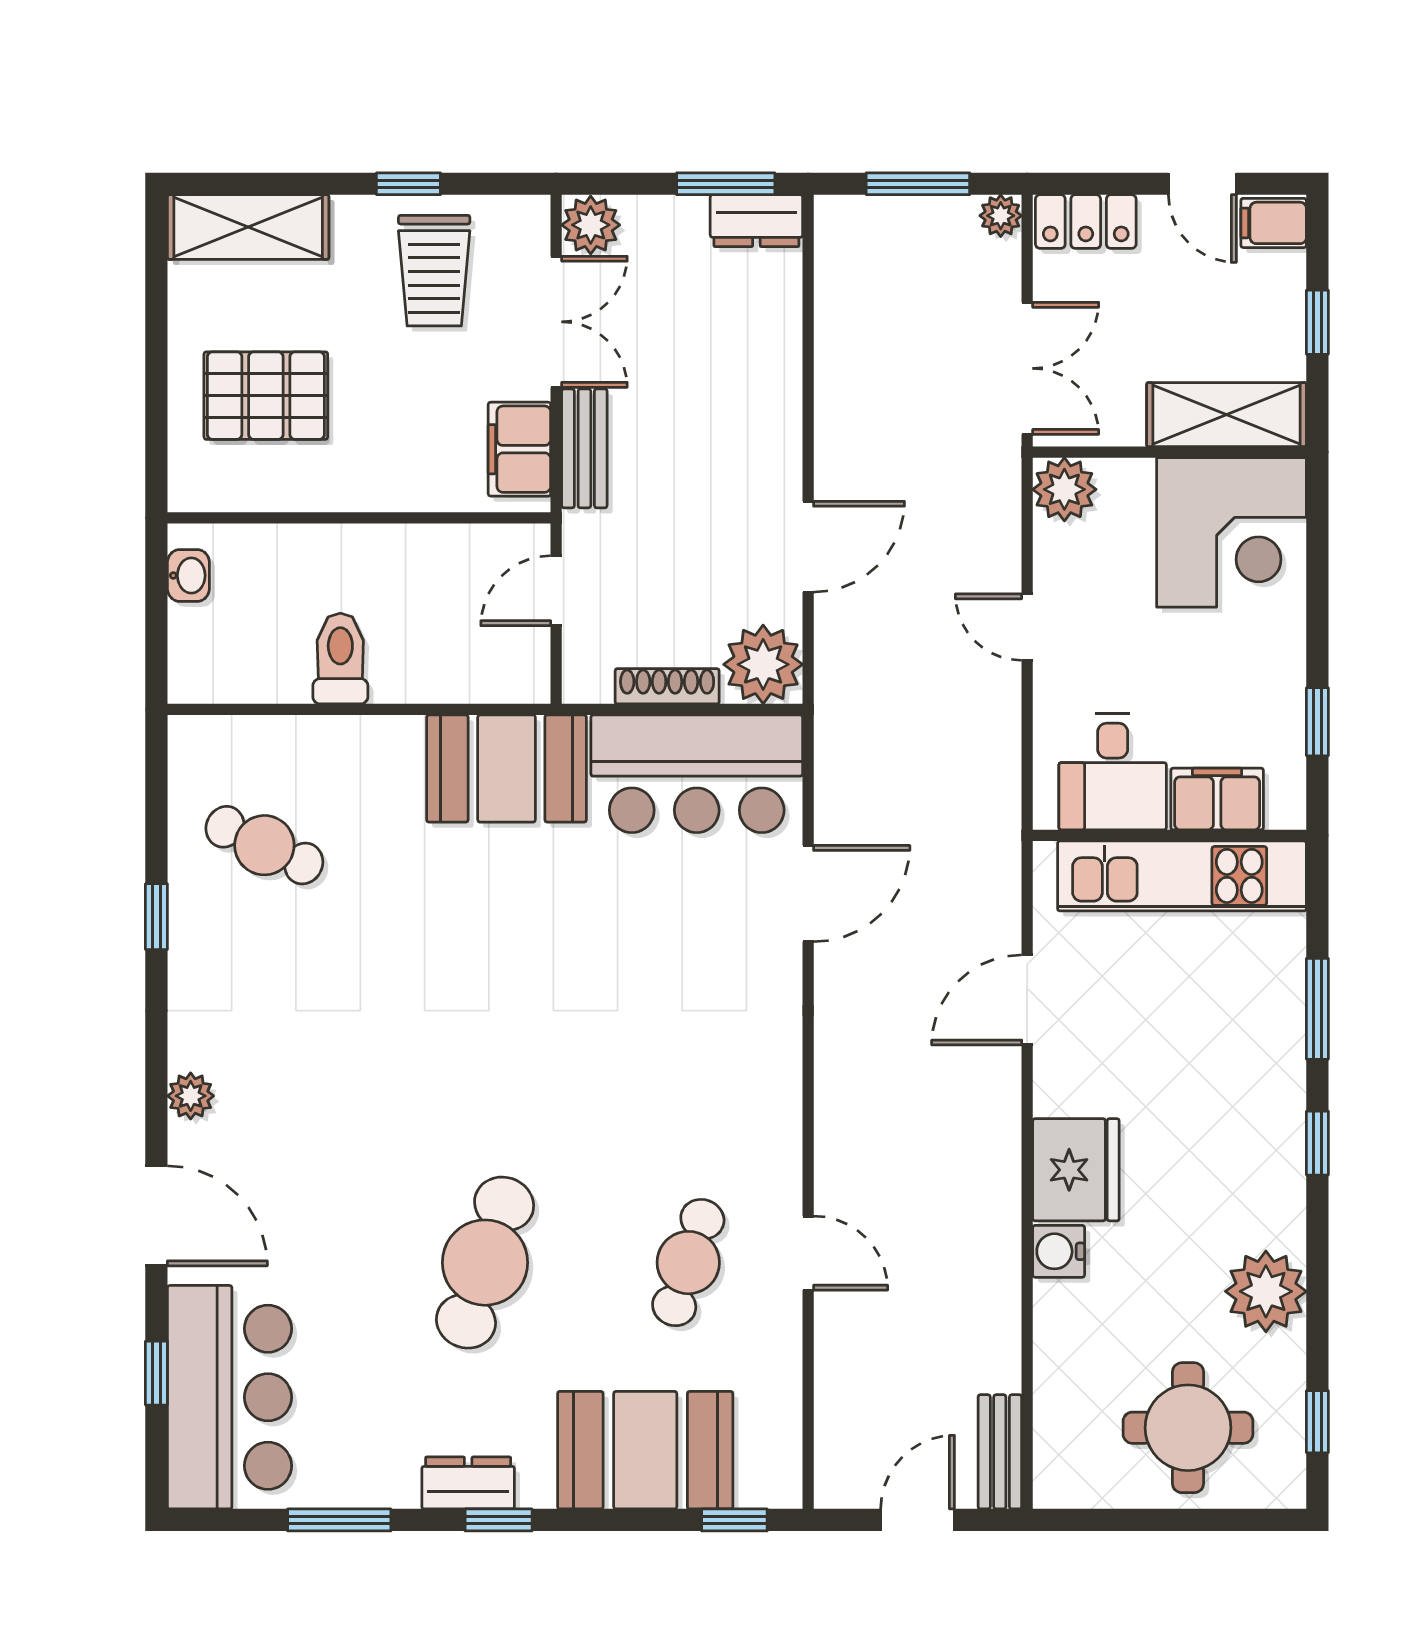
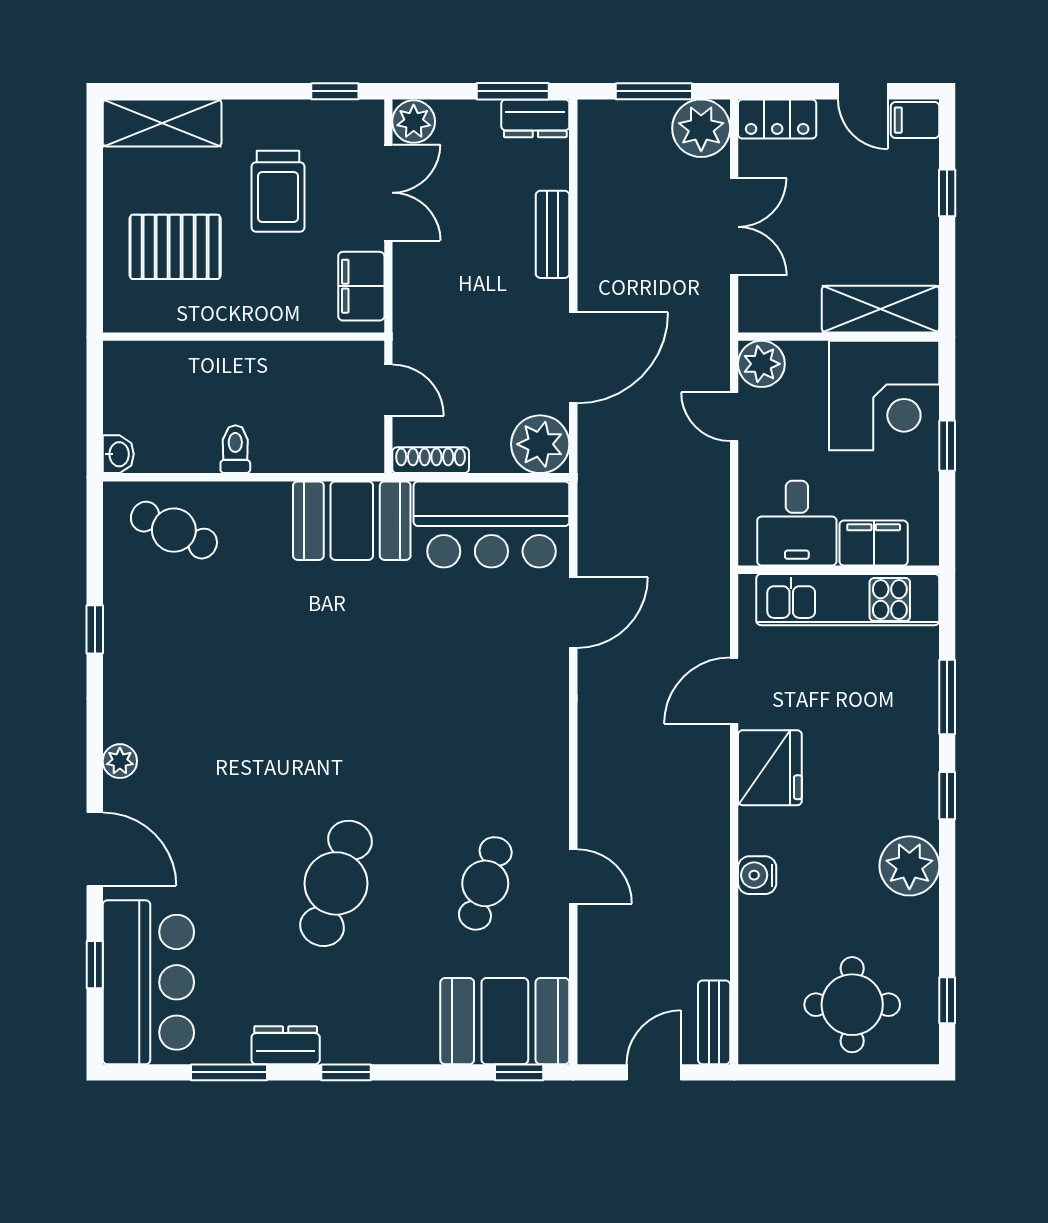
window: (408, 184) -> (335, 91), moved
plant: (1001, 216) -> (701, 128), width x1.87, depth x1.87
trolley: (434, 271) -> (278, 191), moved
shelving: (1227, 415) -> (880, 309), moved
bench: (584, 448) -> (553, 234), moved
wall: (1170, 452) -> (839, 337), moved
plant: (1064, 489) -> (761, 364), moved
corner desk: (1232, 532) -> (884, 396), moved
door: (808, 547) -> (573, 358), width x1.36
washbasin: (188, 575) -> (118, 454), moved
door: (556, 591) -> (388, 390), swing flipped
toilet: (340, 659) -> (235, 449), width x0.73, depth x0.72
shoe rack: (667, 686) -> (431, 460), moved
window: (1317, 722) -> (947, 446), moved
cafe table: (264, 845) -> (174, 530), moved
fridge: (1076, 1170) -> (770, 768), moved
plant: (1266, 1291) -> (909, 866), moved
booth: (645, 1450) -> (505, 1021), moved
dresser: (468, 1483) -> (286, 1045), moved

